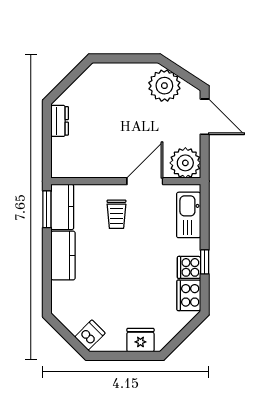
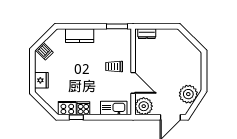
dresser: (60, 121) -> (147, 34), moved
kitchen counter: (62, 207) -> (118, 35), removed
kitchen counter: (63, 255) -> (80, 36), moved
window: (205, 262) -> (76, 117), moved

